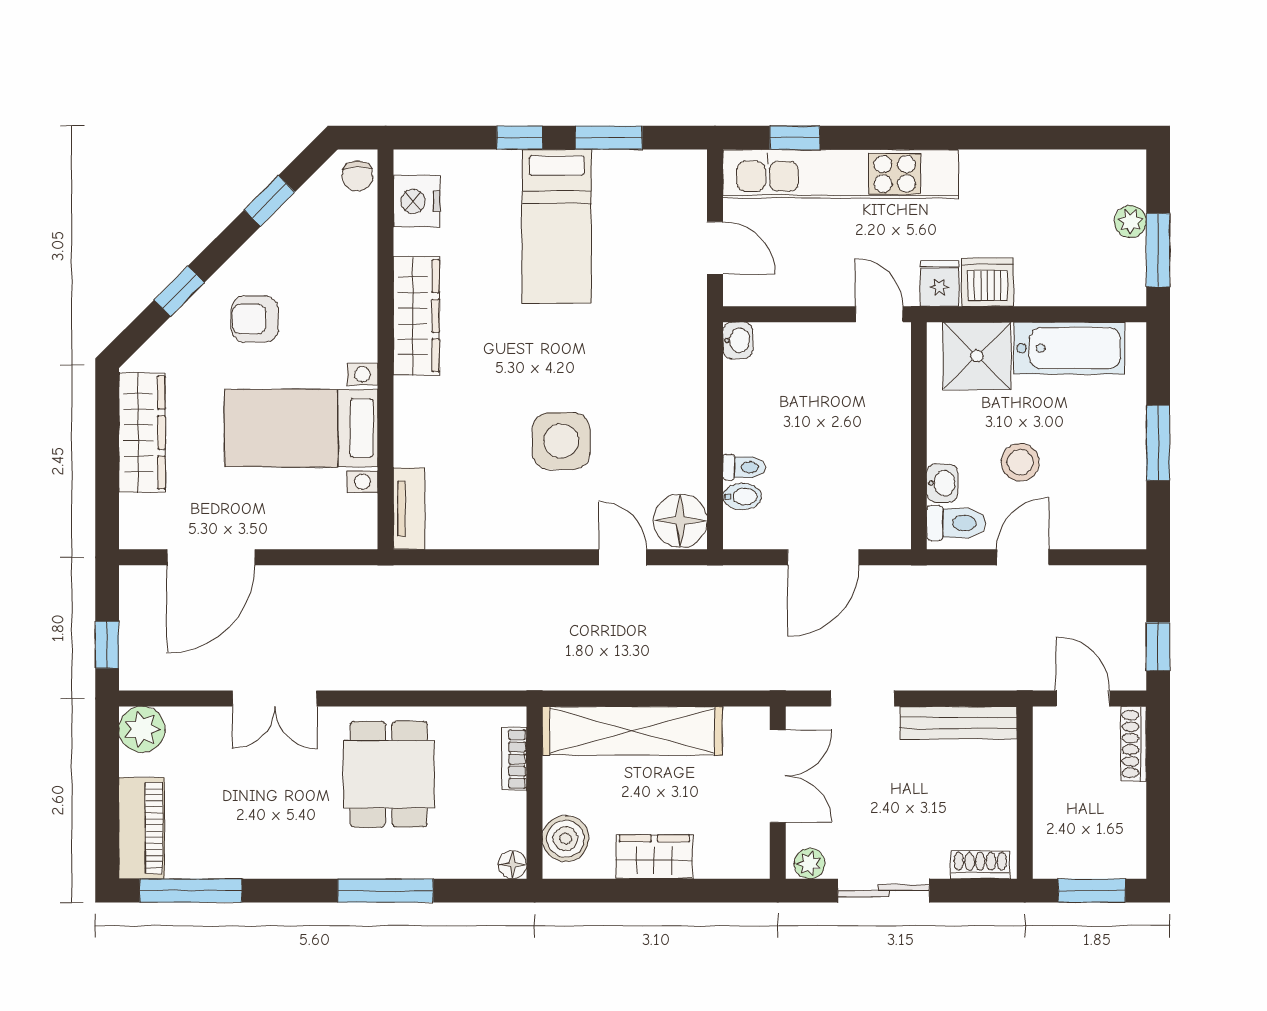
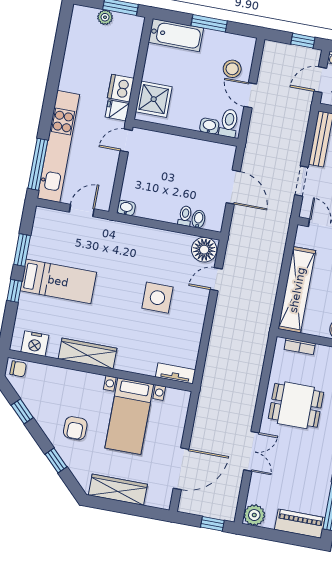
window: (795, 138) -> (38, 164), width x2.17
bathtub: (1069, 348) -> (176, 35), moved, turned 90
stool: (1020, 462) -> (232, 69), moved
door: (211, 557) -> (181, 469), hinge flipped

